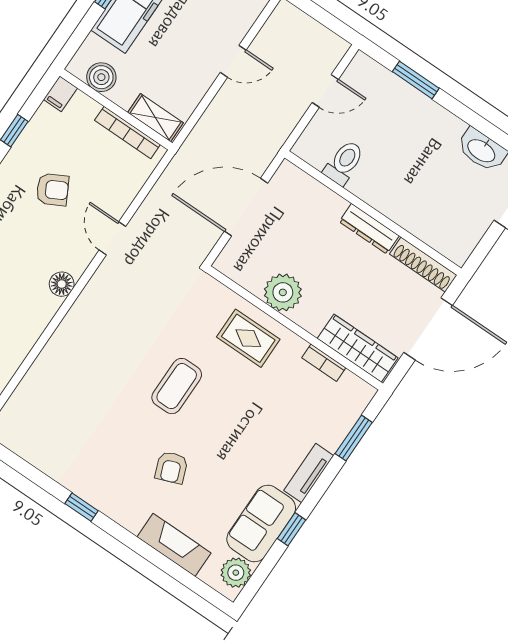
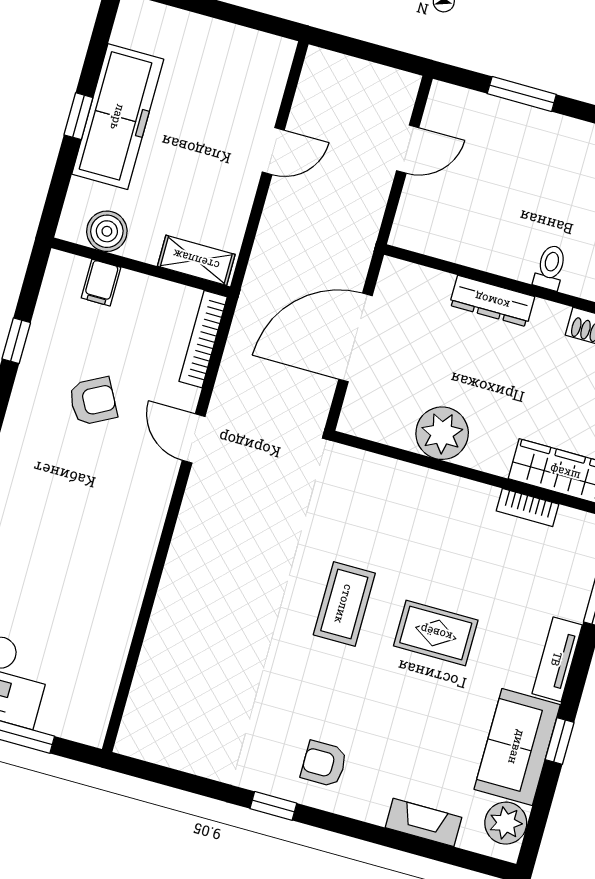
filing cabinet: (60, 94) -> (101, 283), moved
bookcase: (127, 132) -> (203, 339), moved, turned 90
toilet: (344, 163) -> (550, 267), moved, width x0.73, depth x0.72
dresser: (369, 229) -> (492, 301), moved
floor lamp: (62, 284) -> (147, 521), removed
rug: (248, 338) -> (436, 633), moved
armchair: (171, 468) -> (324, 764), moved, turned 111
fireplace: (174, 545) -> (424, 822), width x0.73, depth x0.76

